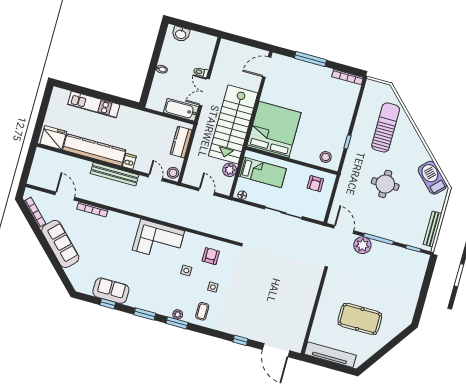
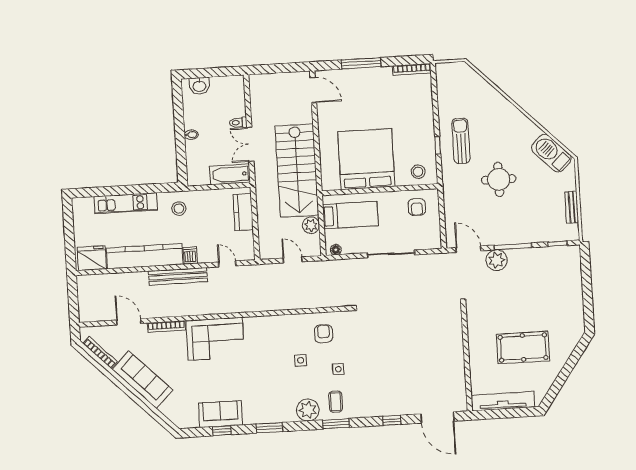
door: (267, 67) -> (313, 90), swing flipped
sun lounger: (386, 127) -> (461, 141), moved, width x0.73, depth x0.75
bed: (274, 130) -> (366, 159), moved
stool: (173, 173) -> (179, 208), moved
bench: (433, 229) -> (572, 207), width x0.73
corner sofa: (158, 240) -> (215, 339), moved
plant: (178, 314) -> (308, 410), width x1.88, depth x1.88
window: (177, 323) -> (336, 424), moved

